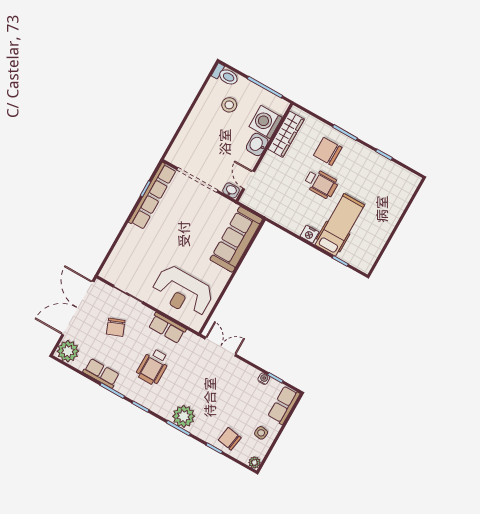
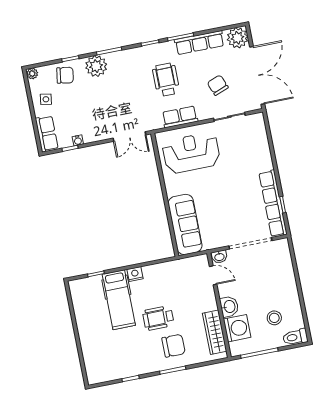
row of seats: (101, 373) -> (199, 43), width x1.48
plant: (184, 416) -> (96, 66), moved

